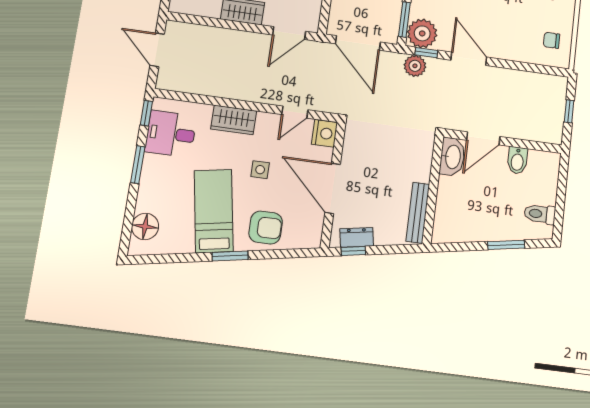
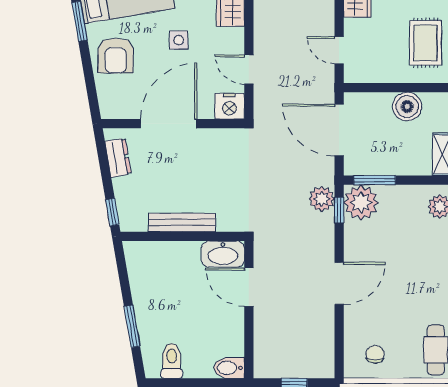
door: (289, 33) -> (339, 50), width x0.73
door: (358, 43) -> (339, 130), hinge flipped
door: (469, 59) -> (339, 283), moved
bidet: (517, 160) -> (229, 368), moved
bench: (418, 213) -> (182, 222), moved
window: (353, 251) -> (112, 212), moved

